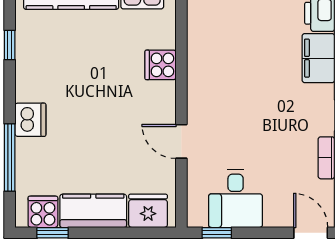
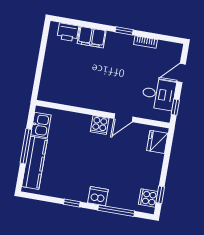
window: (10, 45) -> (72, 203), moved
cooker: (161, 65) -> (100, 125), moved
kitchen counter: (93, 211) -> (152, 171), removed
door: (311, 233) -> (181, 73), moved

